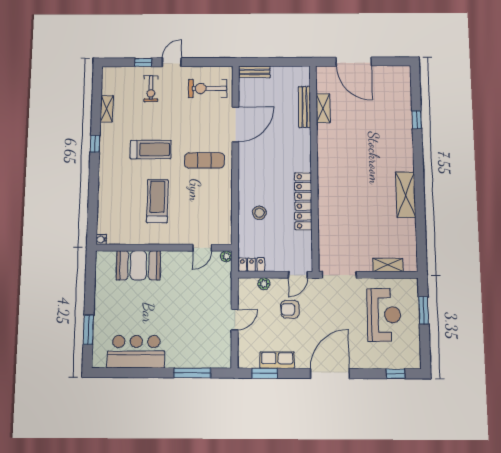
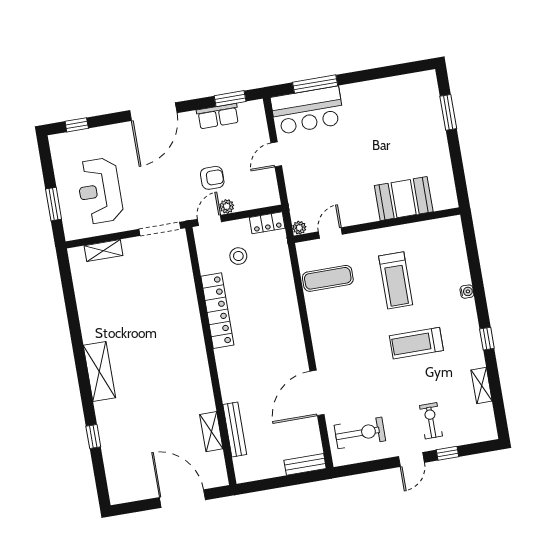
exercise mat: (204, 160) -> (328, 278), moved
shelving: (406, 195) -> (99, 371), moved
stool: (259, 213) -> (238, 256), moved
water cooler: (101, 239) -> (467, 292), moved
plant: (264, 284) -> (227, 206), moved
bar counter: (136, 352) -> (307, 110), moved

